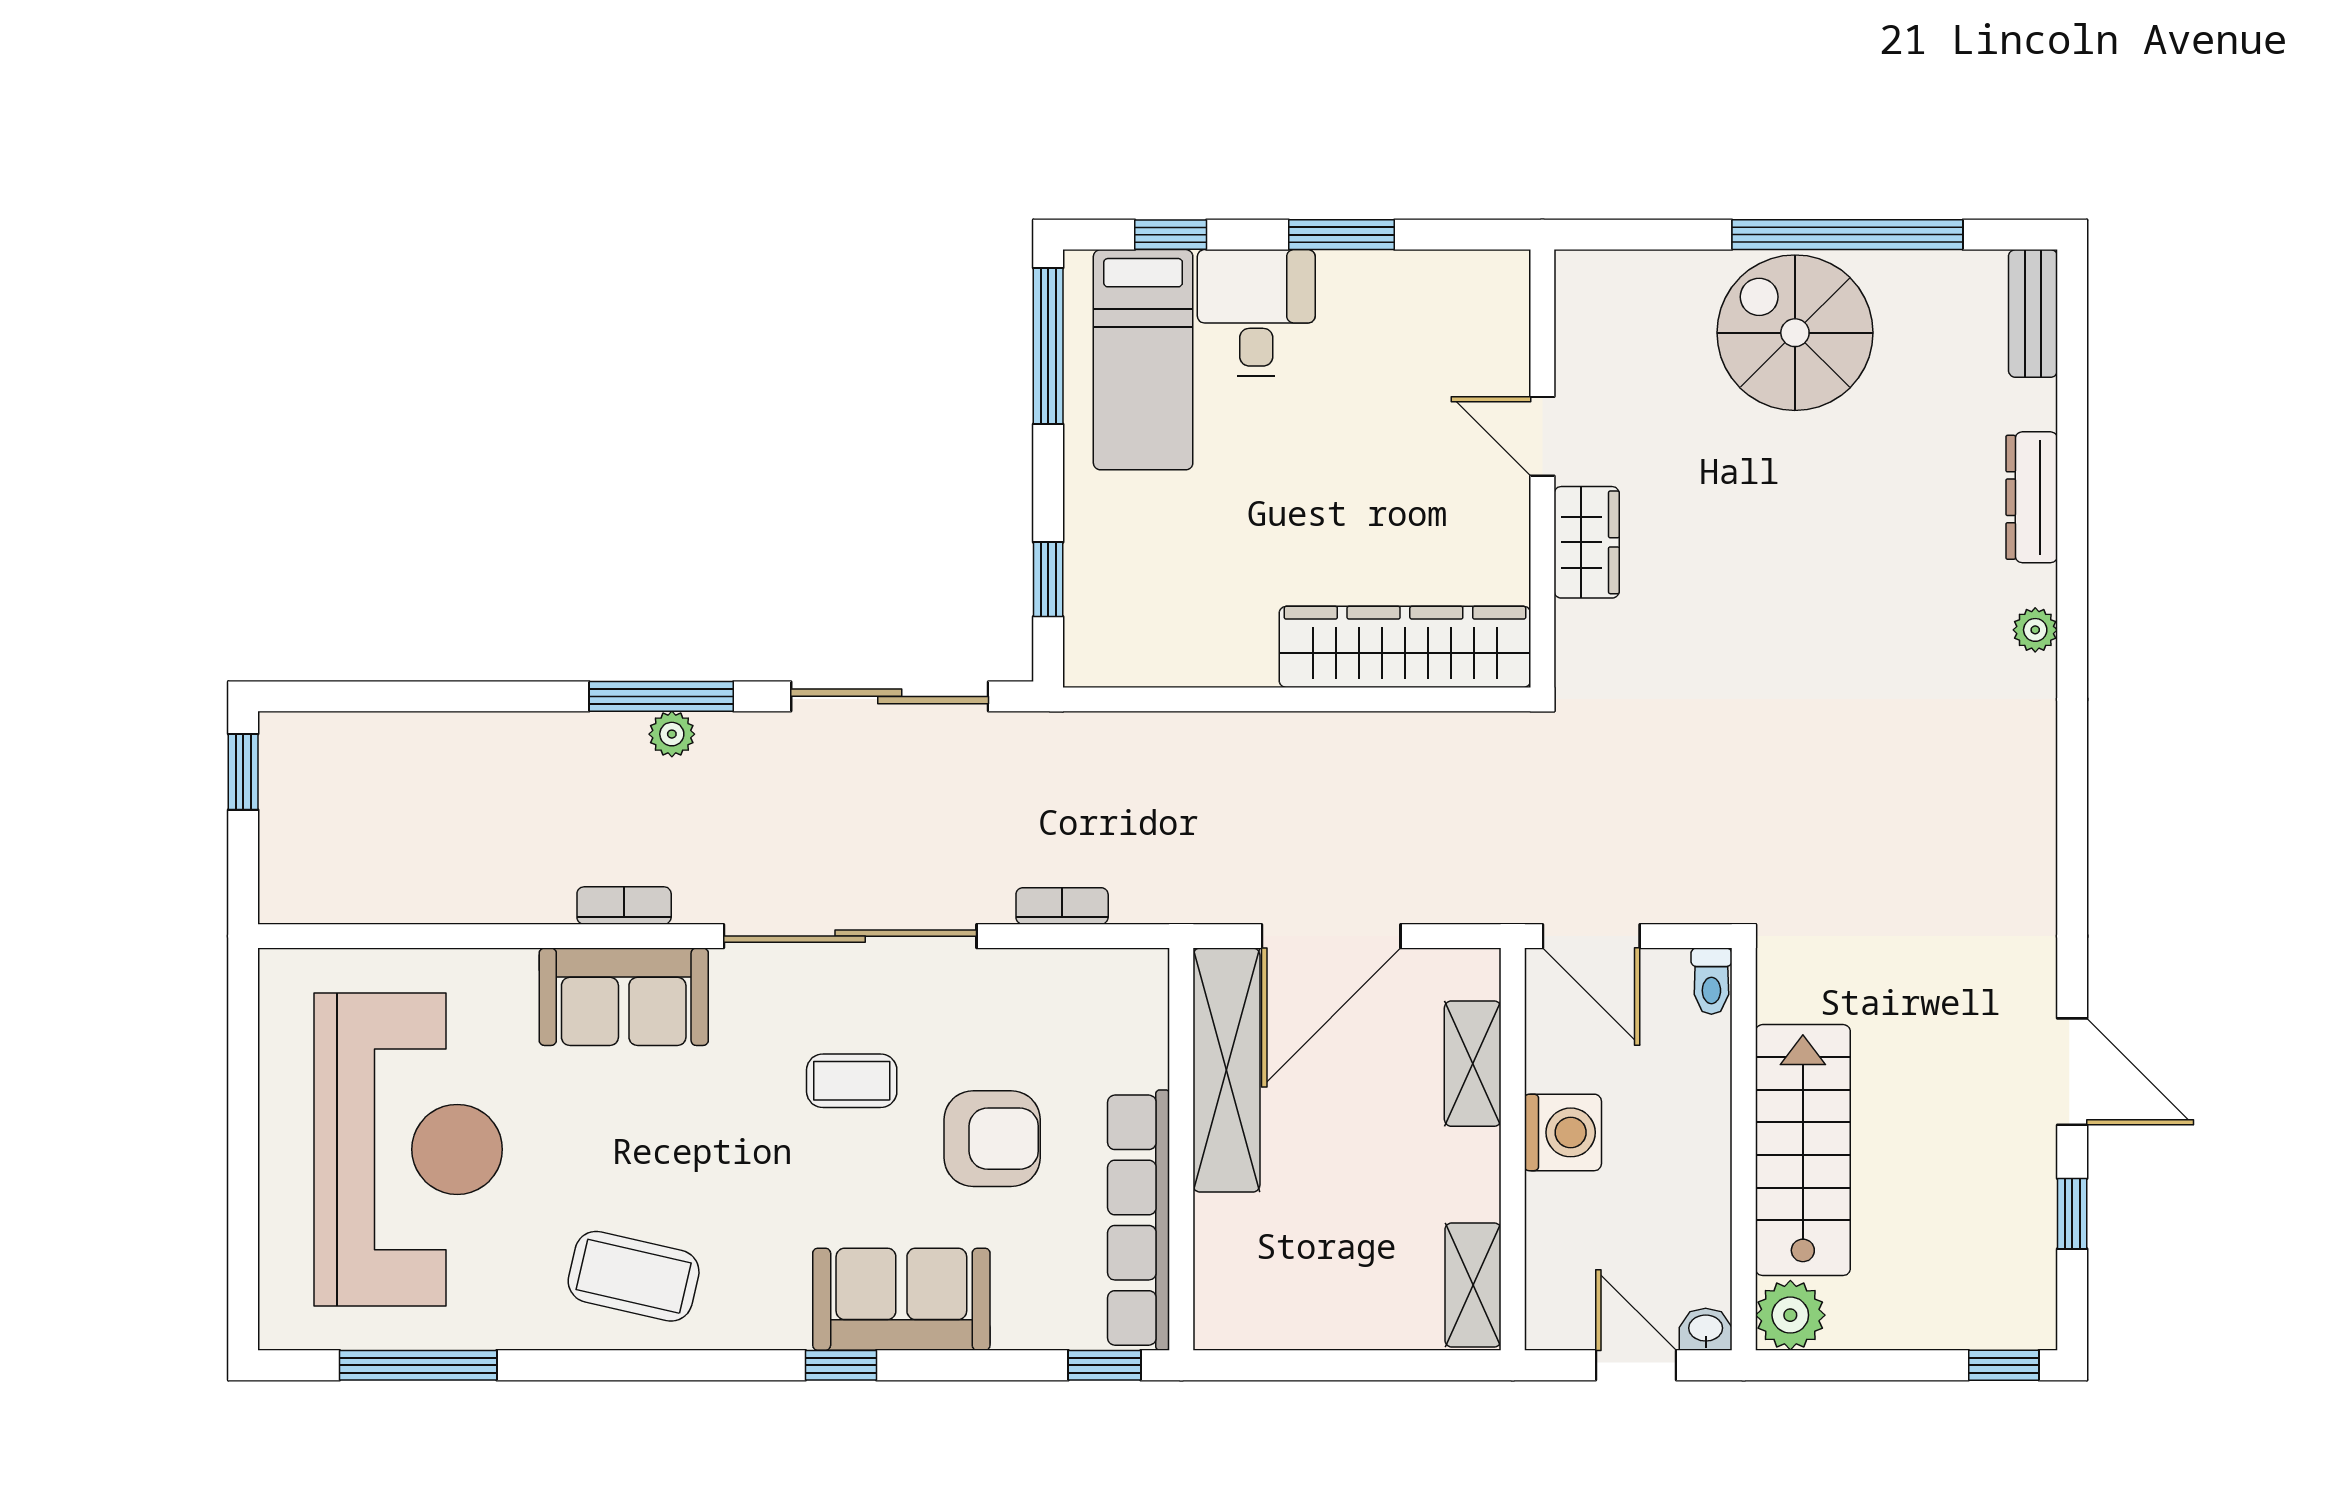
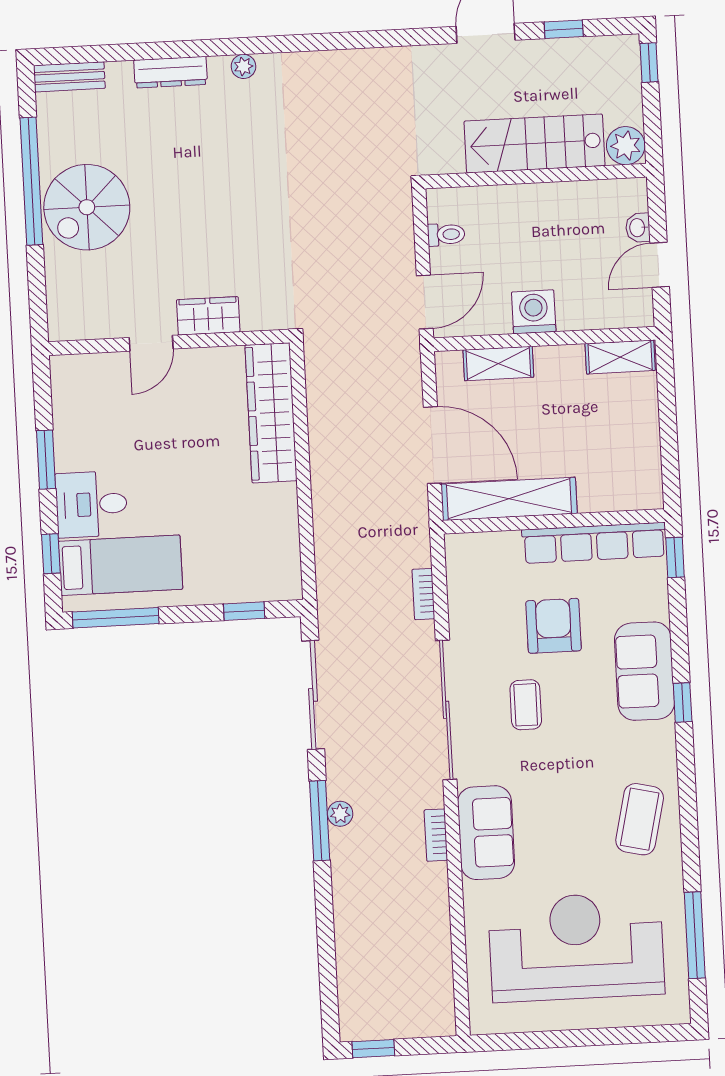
wall: (1744, 1149) -> (536, 176), moved
stairs: (1803, 1150) -> (535, 143), moved
plant: (1790, 1315) -> (626, 146), moved

